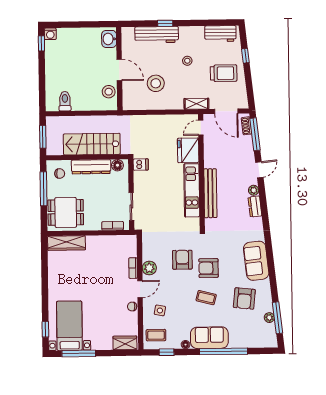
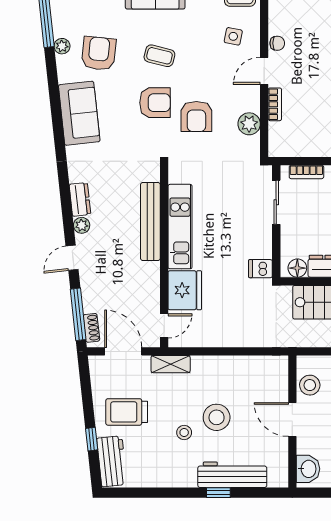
workbench: (220, 34) -> (112, 461), moved, turned 84
stool: (156, 83) -> (217, 417), moved
plant: (149, 268) -> (249, 124), moved
plant: (269, 318) -> (62, 46), moved

